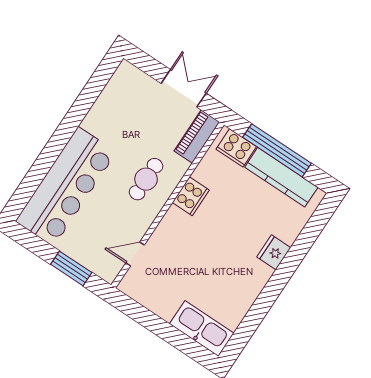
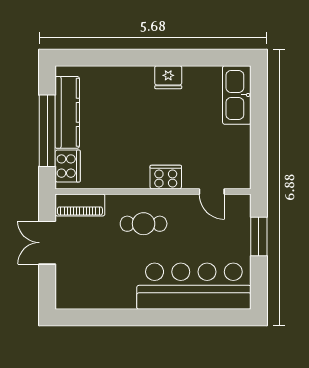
cooker: (191, 196) -> (166, 177), moved
fridge: (274, 252) -> (168, 77), moved

